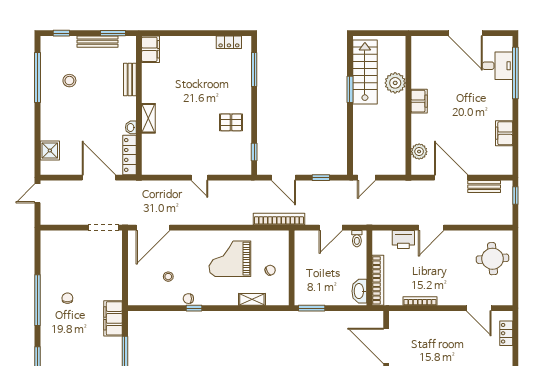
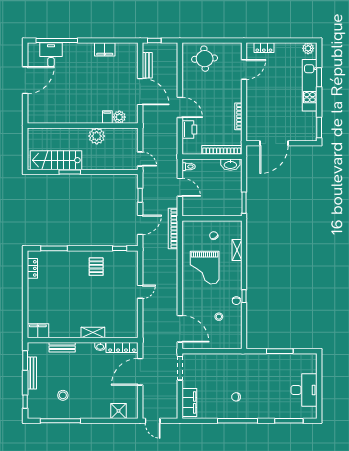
plant: (395, 83) -> (97, 136), moved
filing cabinet: (419, 101) -> (107, 117), moved, width x0.50
door: (451, 178) -> (140, 92), swing flipped
filing cabinet: (113, 318) -> (189, 402), moved, turned -90

